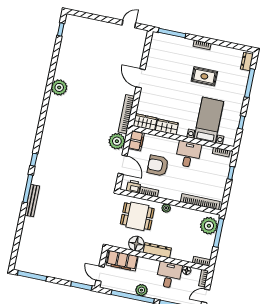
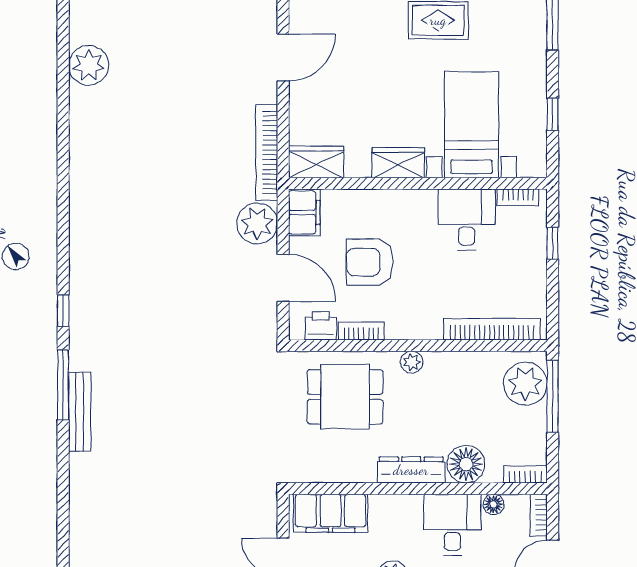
door: (141, 78) -> (283, 57), swing flipped
plant: (59, 87) -> (89, 65), moved
wardrobe: (167, 127) -> (398, 163), moved
desk: (188, 154) -> (467, 220), moved
floor lamp: (136, 244) -> (466, 464), moved

